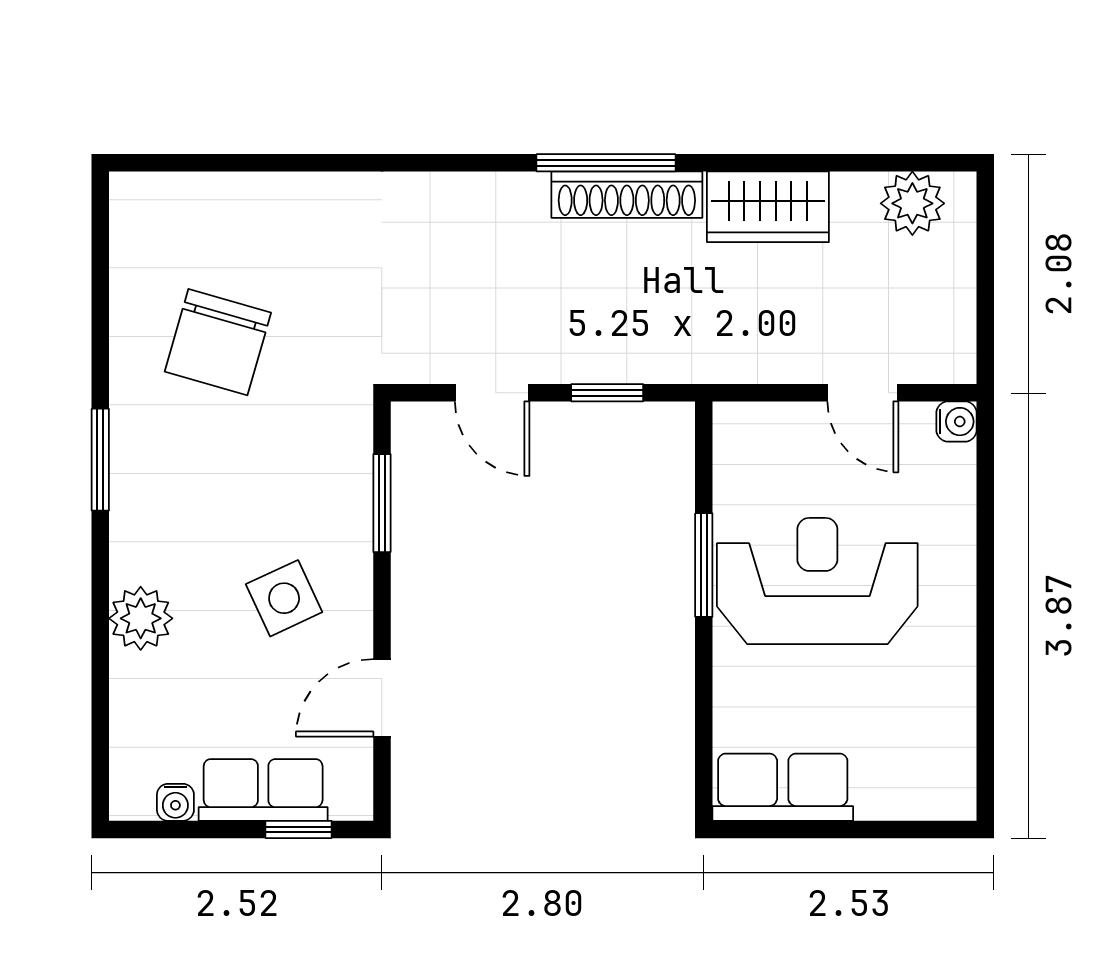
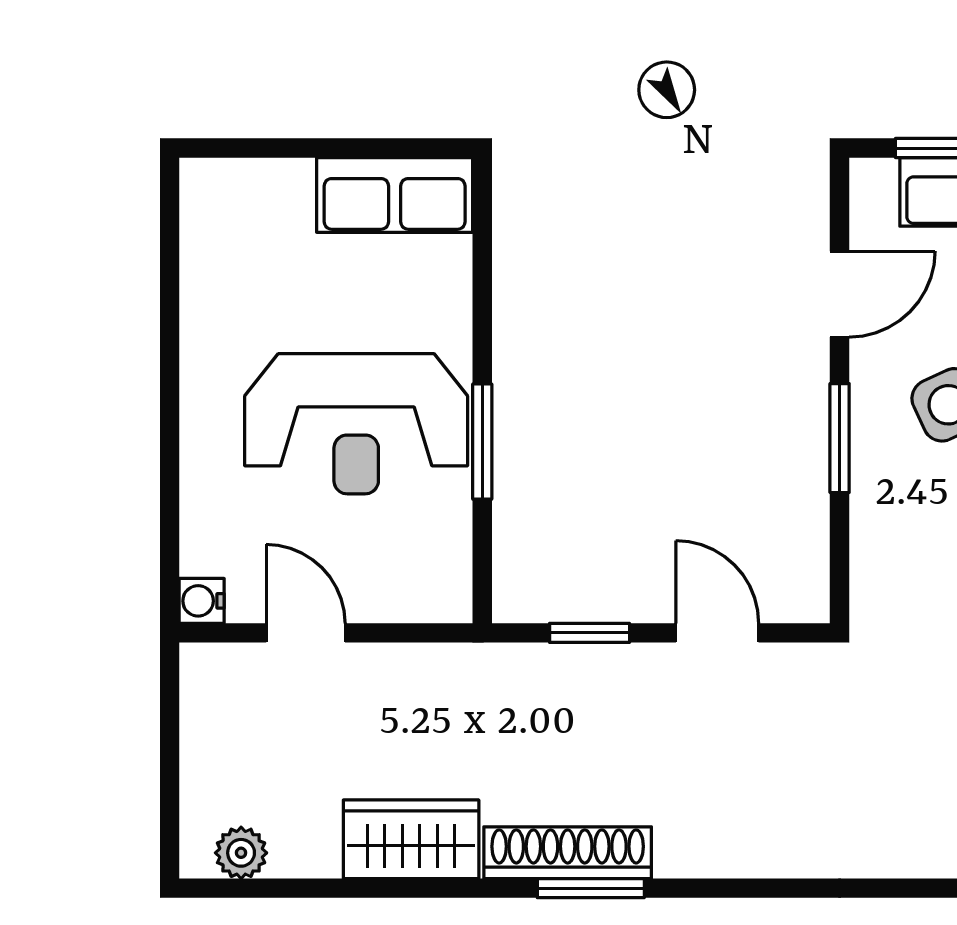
window: (606, 163) -> (591, 888), width x0.69
plant: (912, 203) -> (241, 853), width x0.73, depth x0.73
window: (382, 503) -> (840, 438), moved

